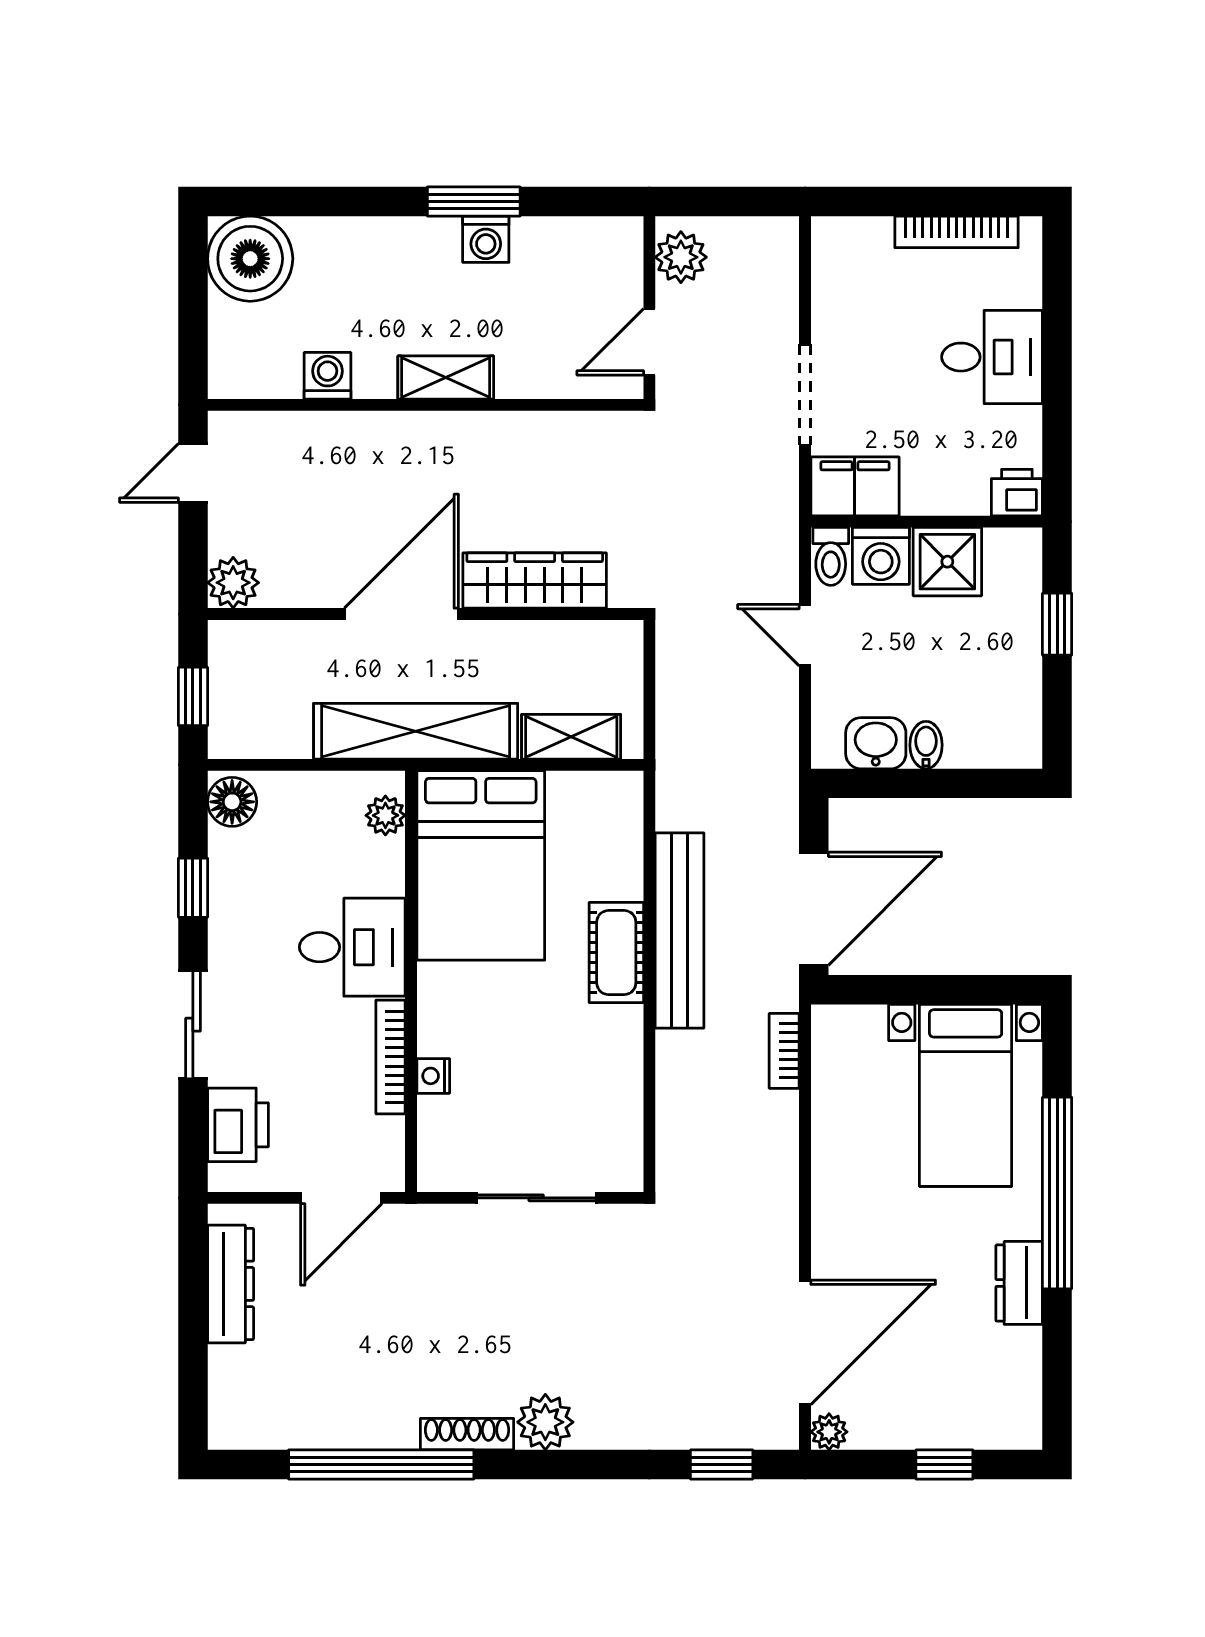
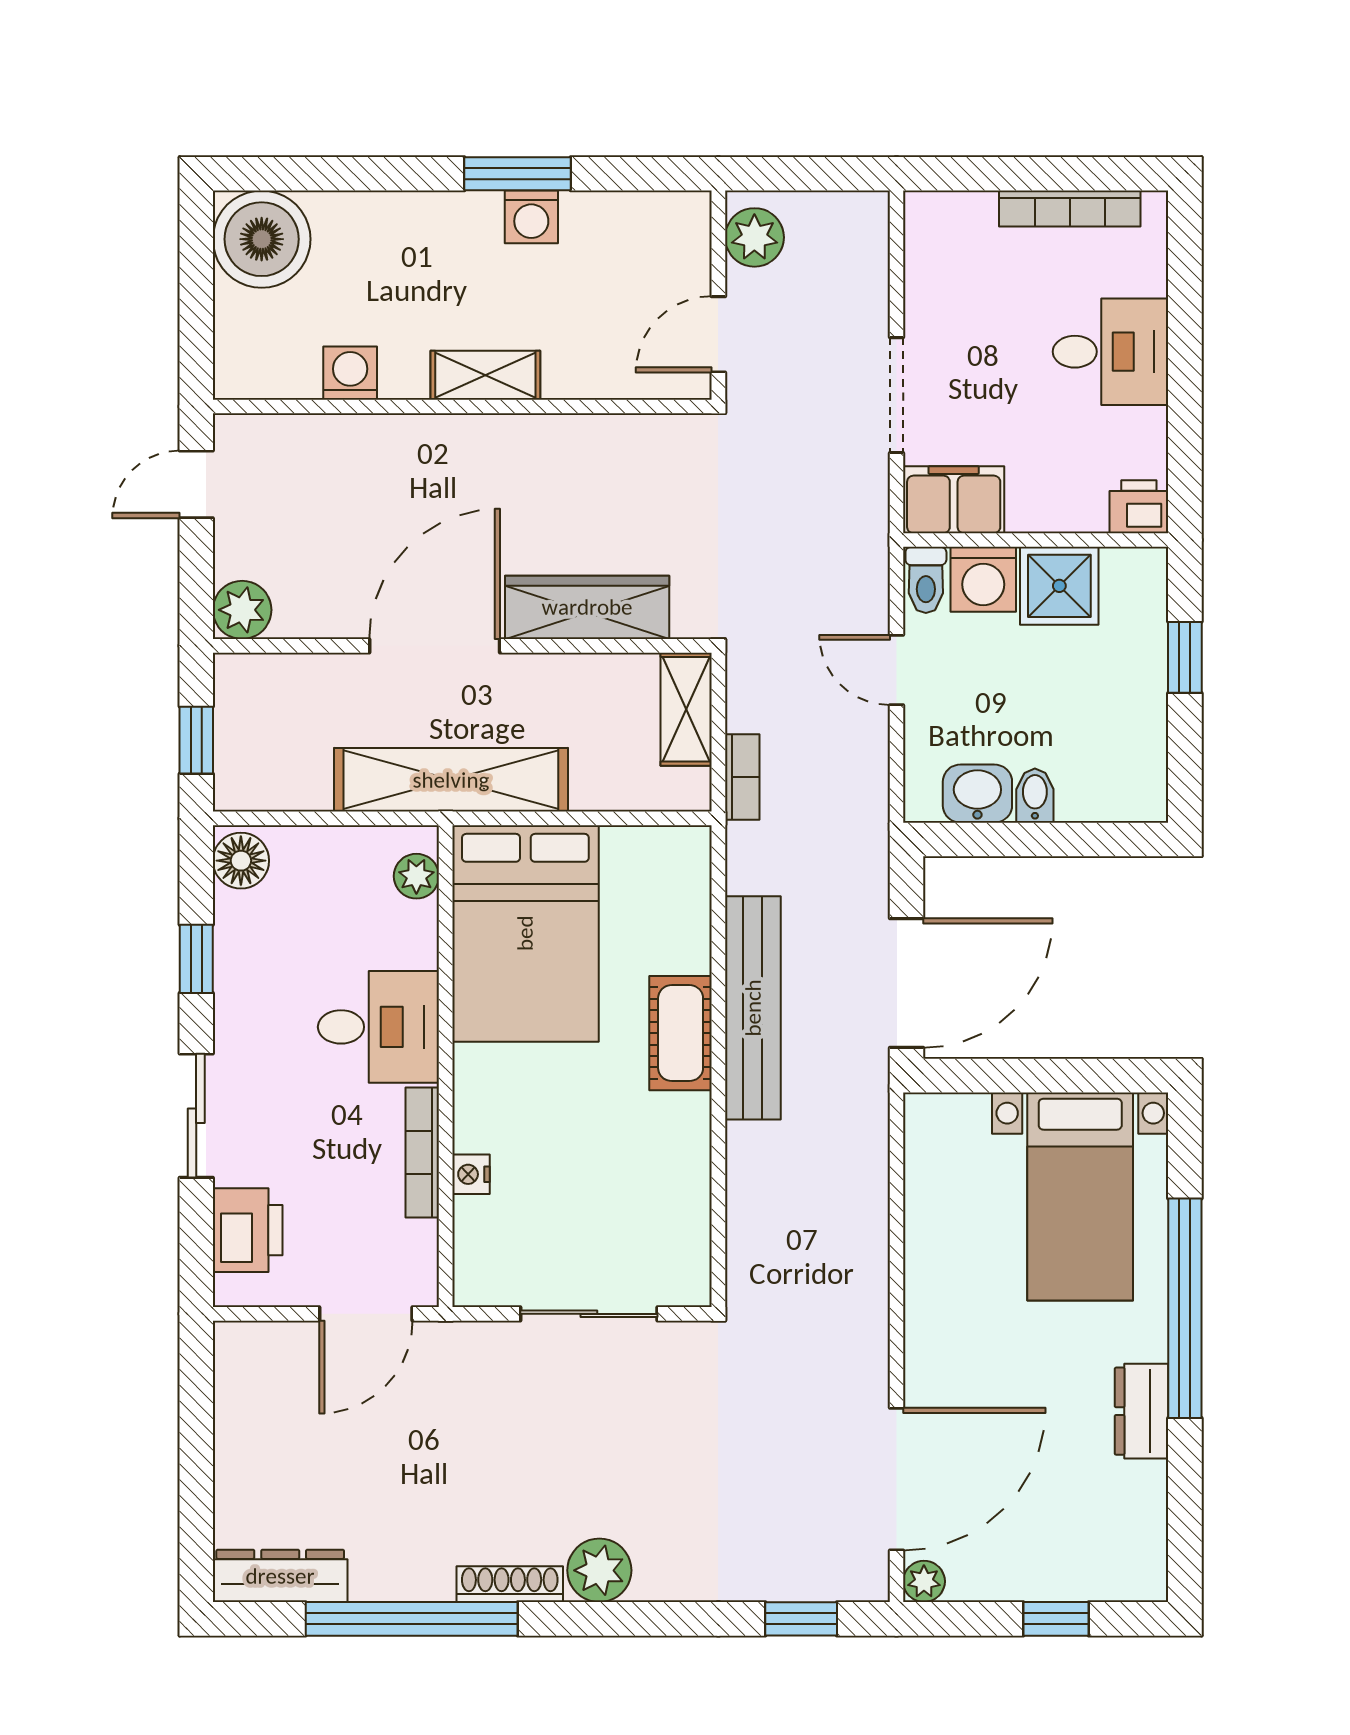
shelving: (571, 737) -> (686, 709), moved, turned 90
bookcase: (784, 1051) -> (742, 777), moved, turned 180
dresser: (231, 1284) -> (280, 1576), moved, turned -90

